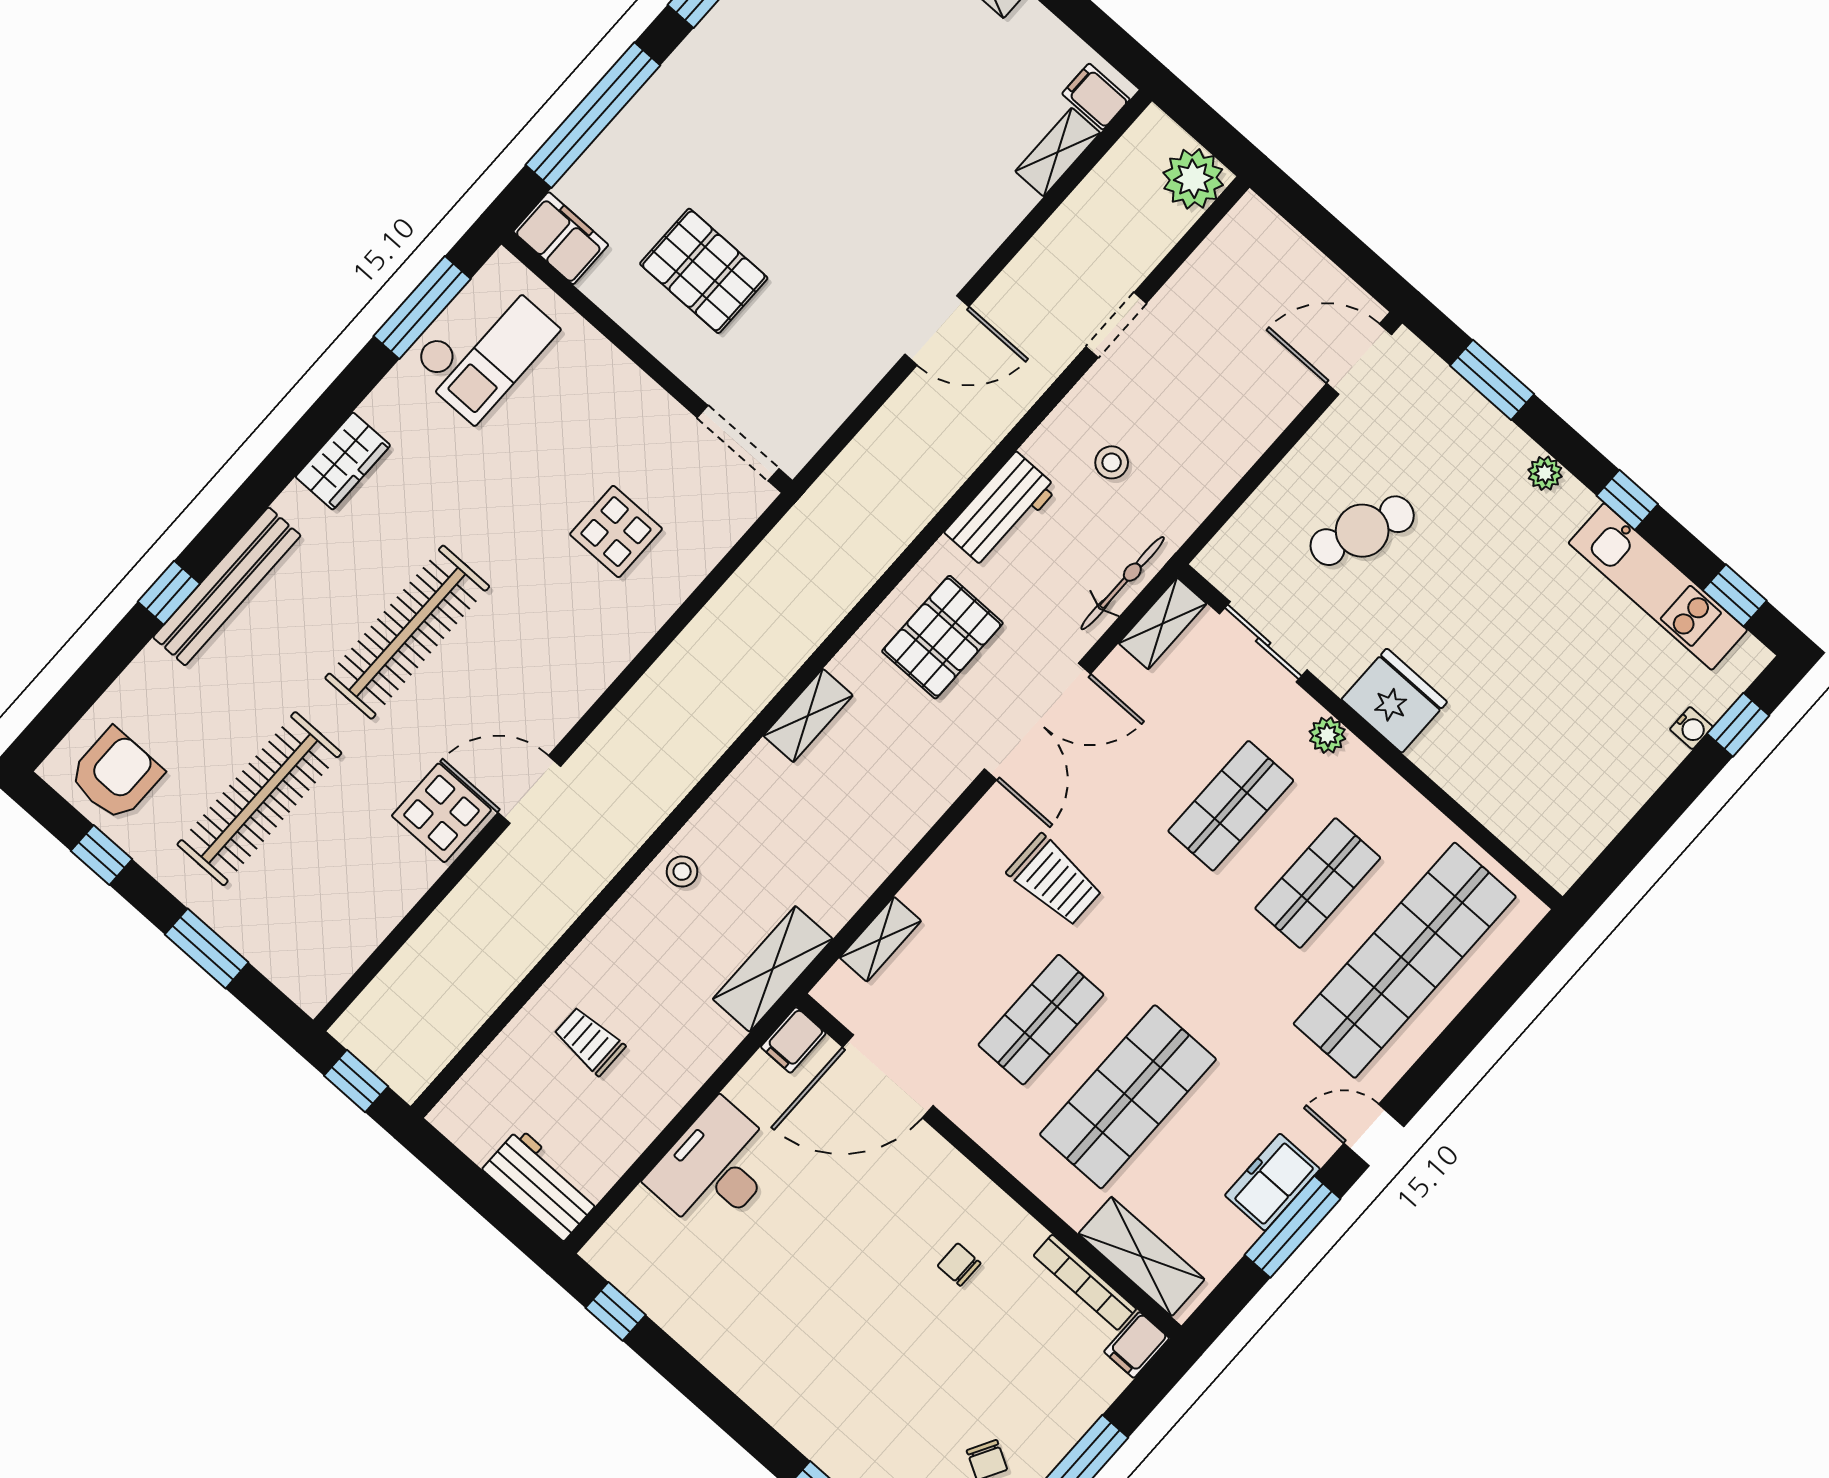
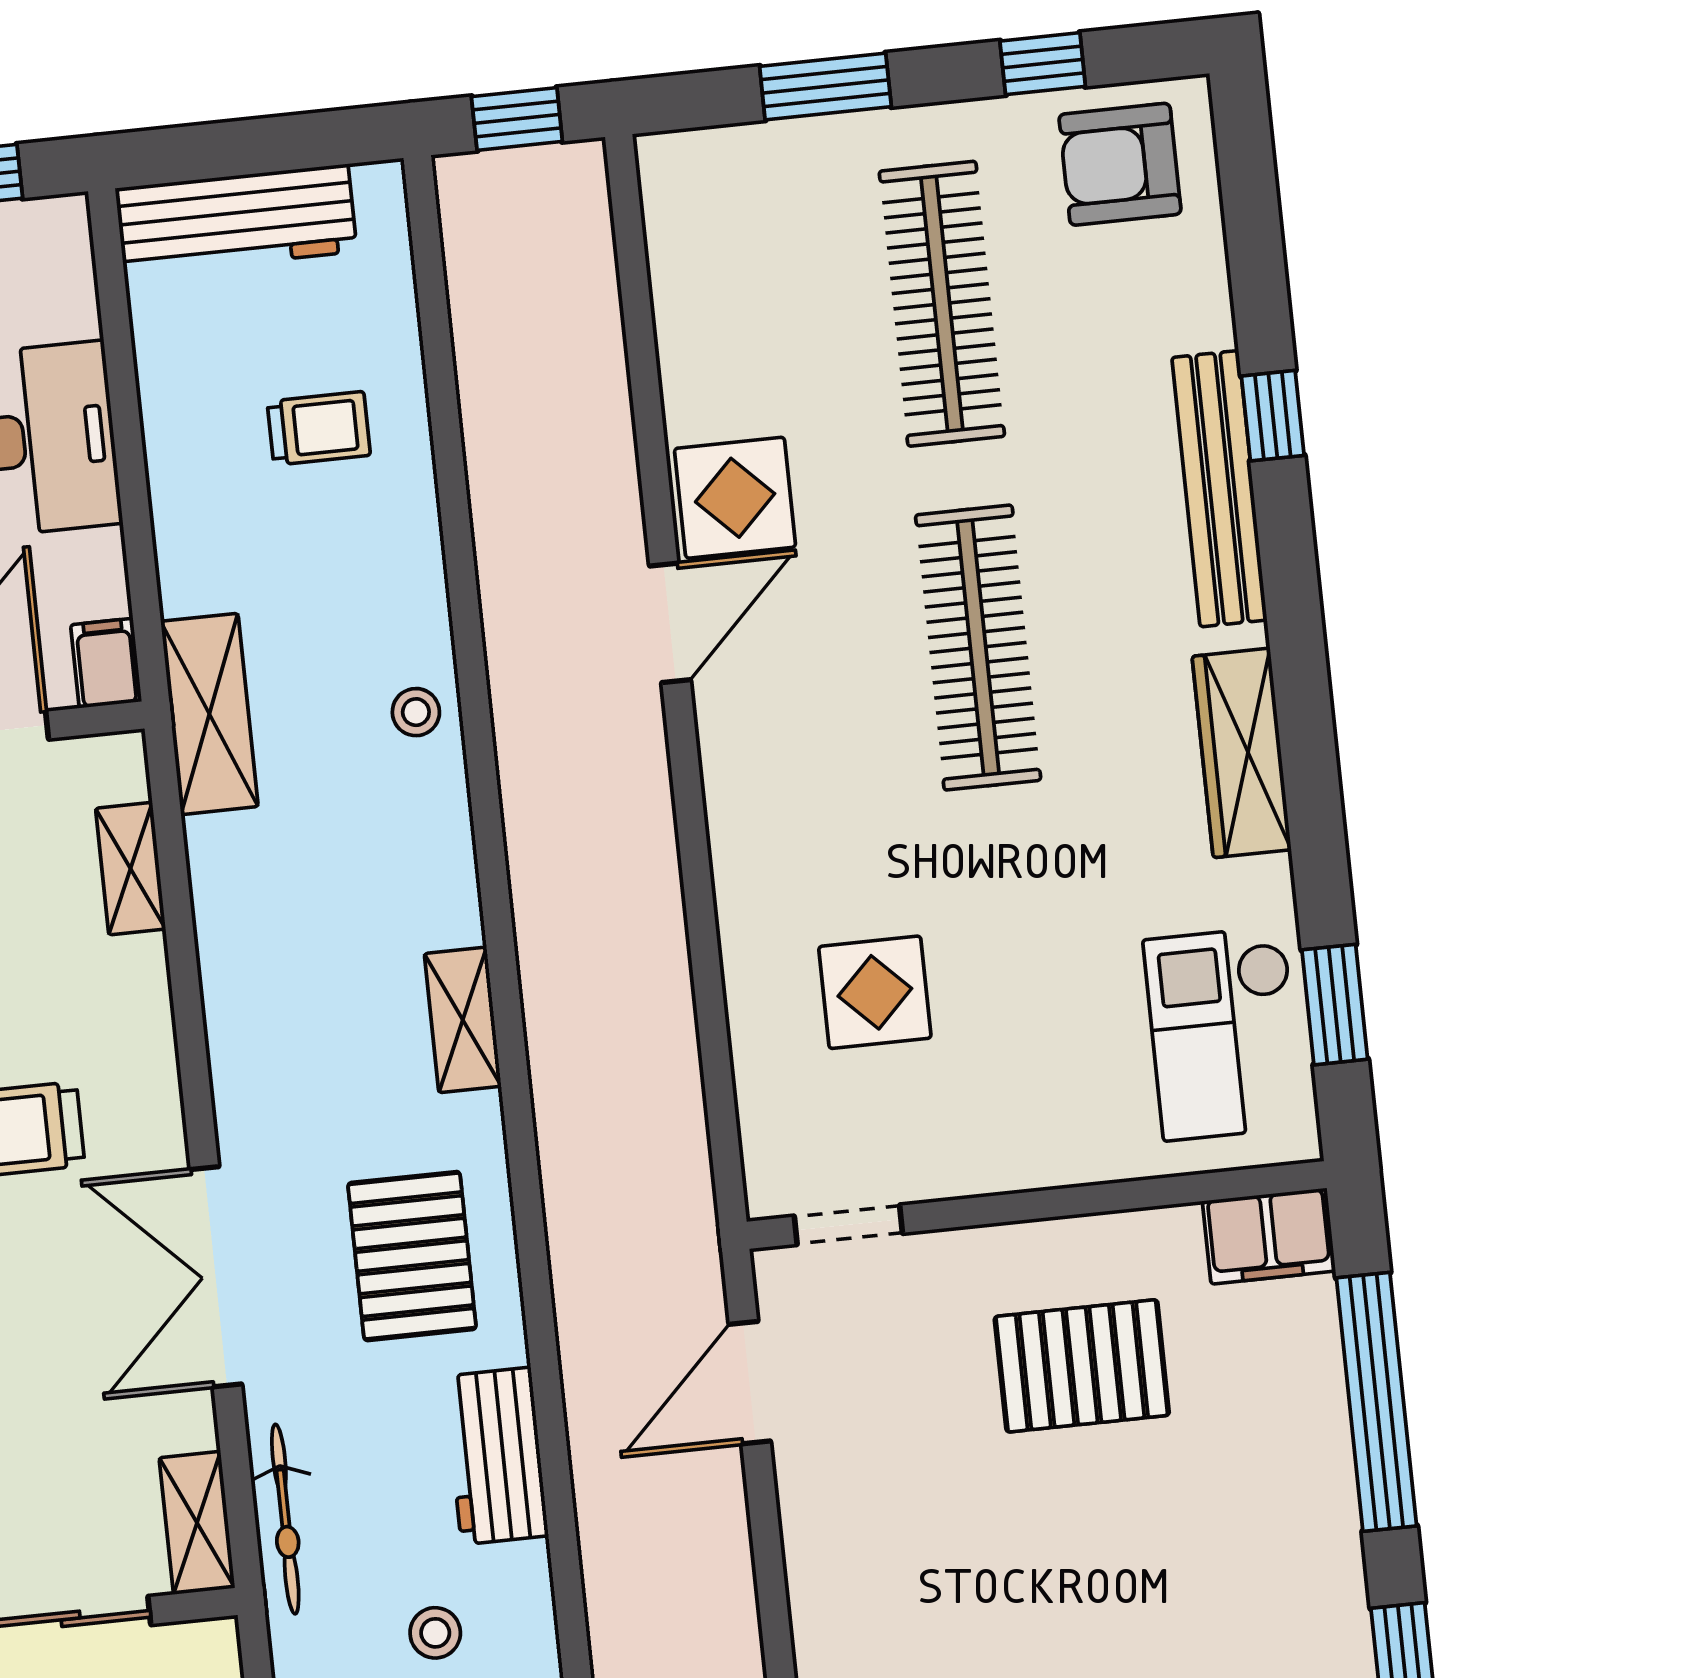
window: (422, 308) -> (1335, 1005), width x0.69
door: (937, 330) -> (750, 1383), moved
doorway: (738, 443) -> (848, 1225), width x0.73
wardrobe: (343, 461) -> (1242, 753), width x1.50
armchair: (116, 775) -> (1120, 164), turned 90
workbench: (541, 1184) -> (236, 220), width x1.38

